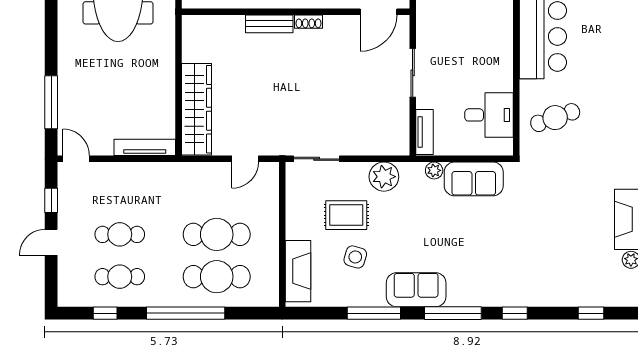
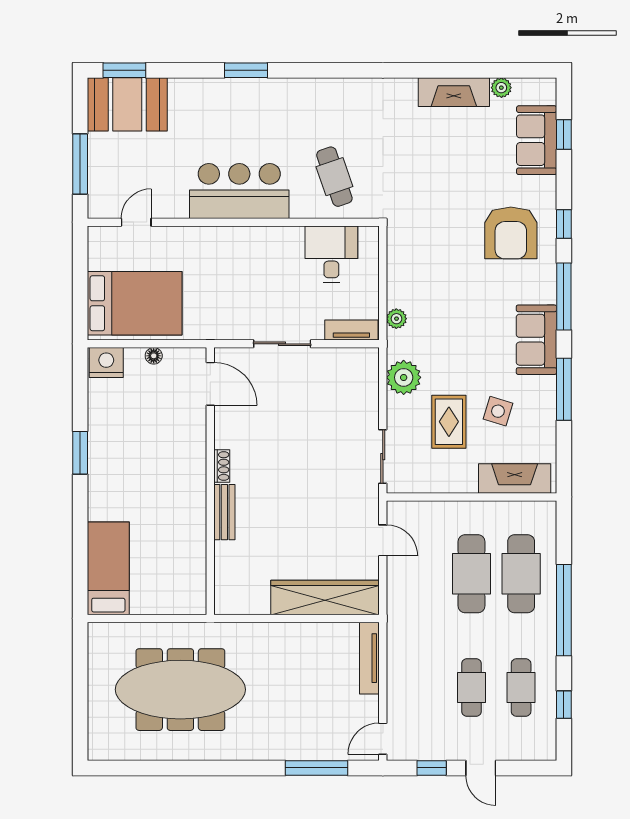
sofa: (474, 179) -> (537, 140), moved, turned 180
armchair: (507, 268) -> (511, 233), added

